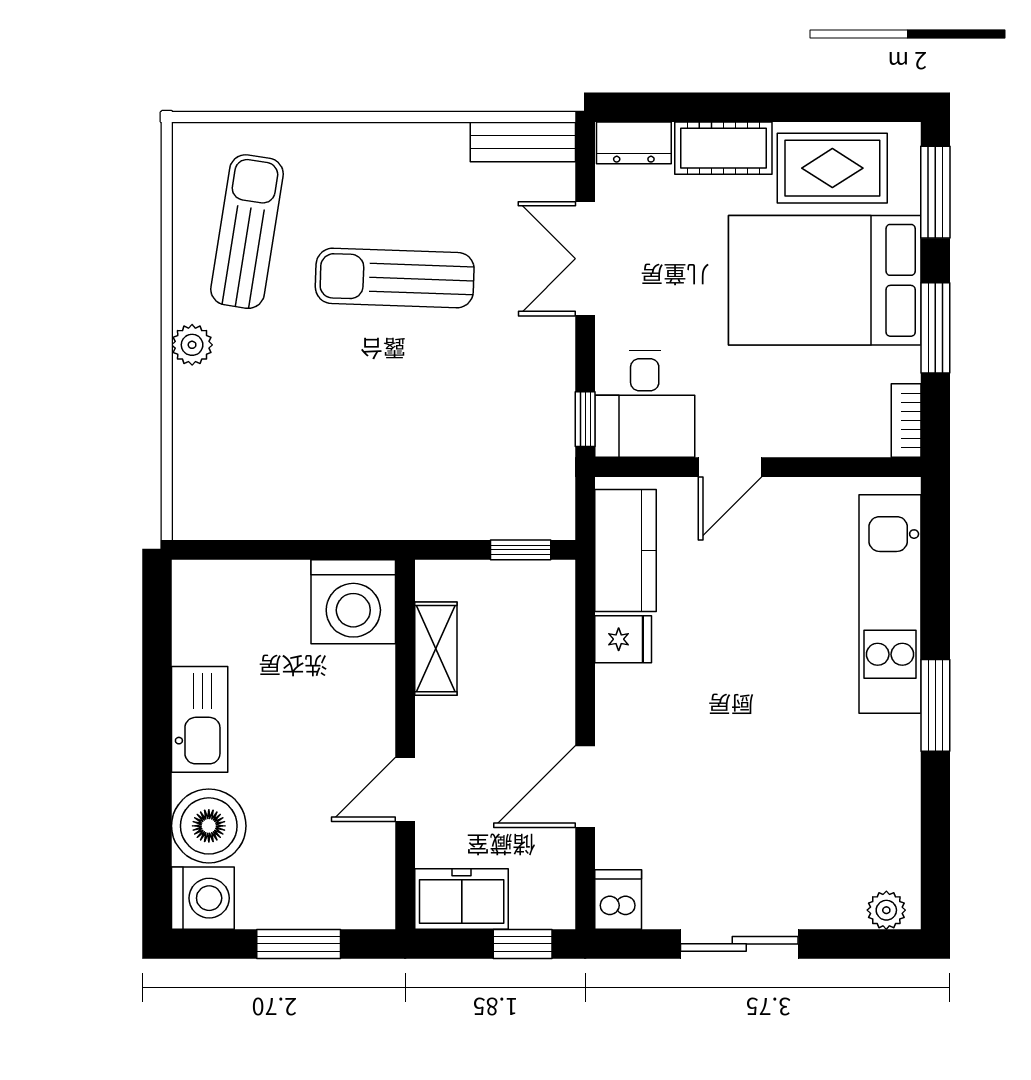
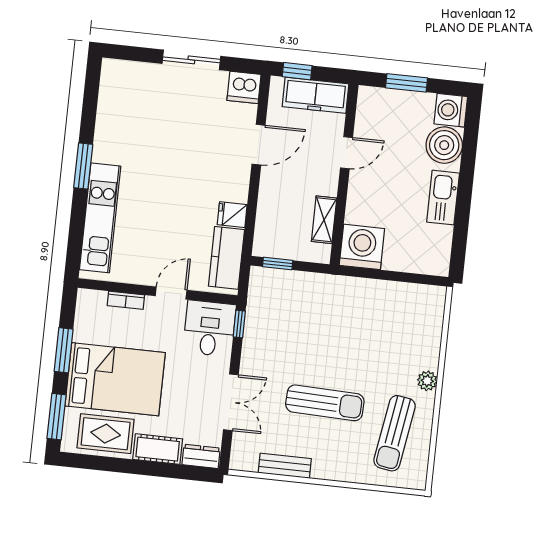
bench: (523, 142) -> (285, 466), moved
bookcase: (906, 421) -> (126, 300), moved, turned 90
freezer: (462, 899) -> (316, 95), width x1.40
dishwasher: (618, 899) -> (244, 87), width x1.38
plant: (886, 910) -> (118, 69), removed

